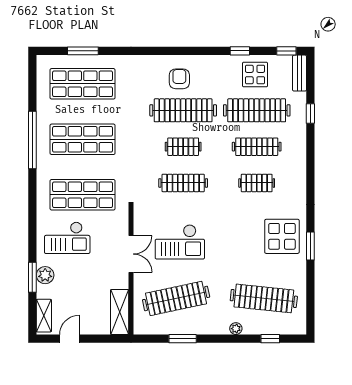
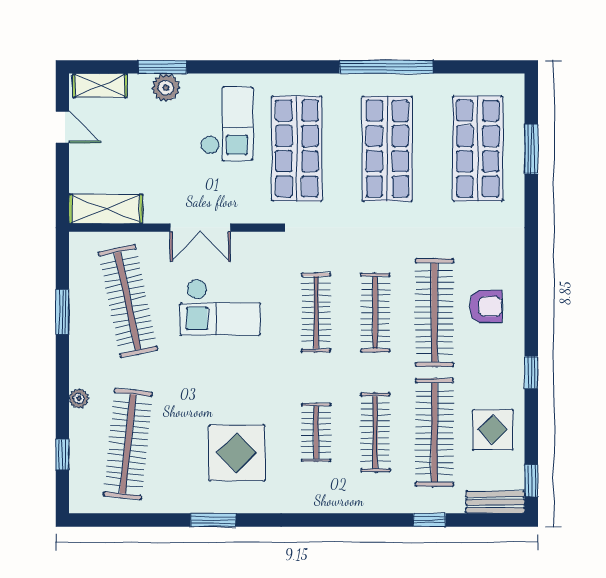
window: (240, 51) -> (531, 373), moved
clothes rail: (183, 147) -> (375, 313), width x1.36
display table: (282, 236) -> (237, 453), moved
checkout: (67, 238) -> (227, 124), turned 180
checkout: (180, 242) -> (220, 307), turned -90

